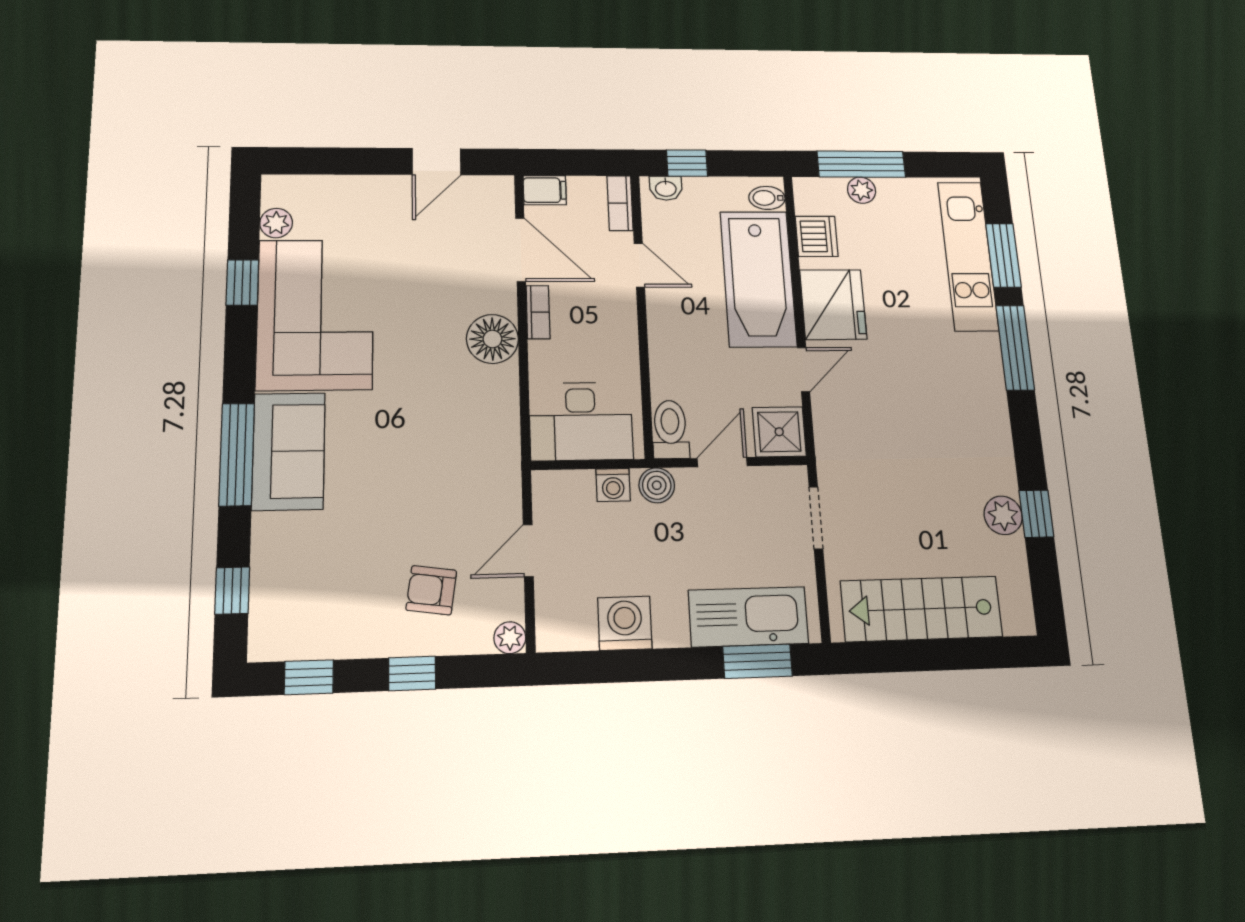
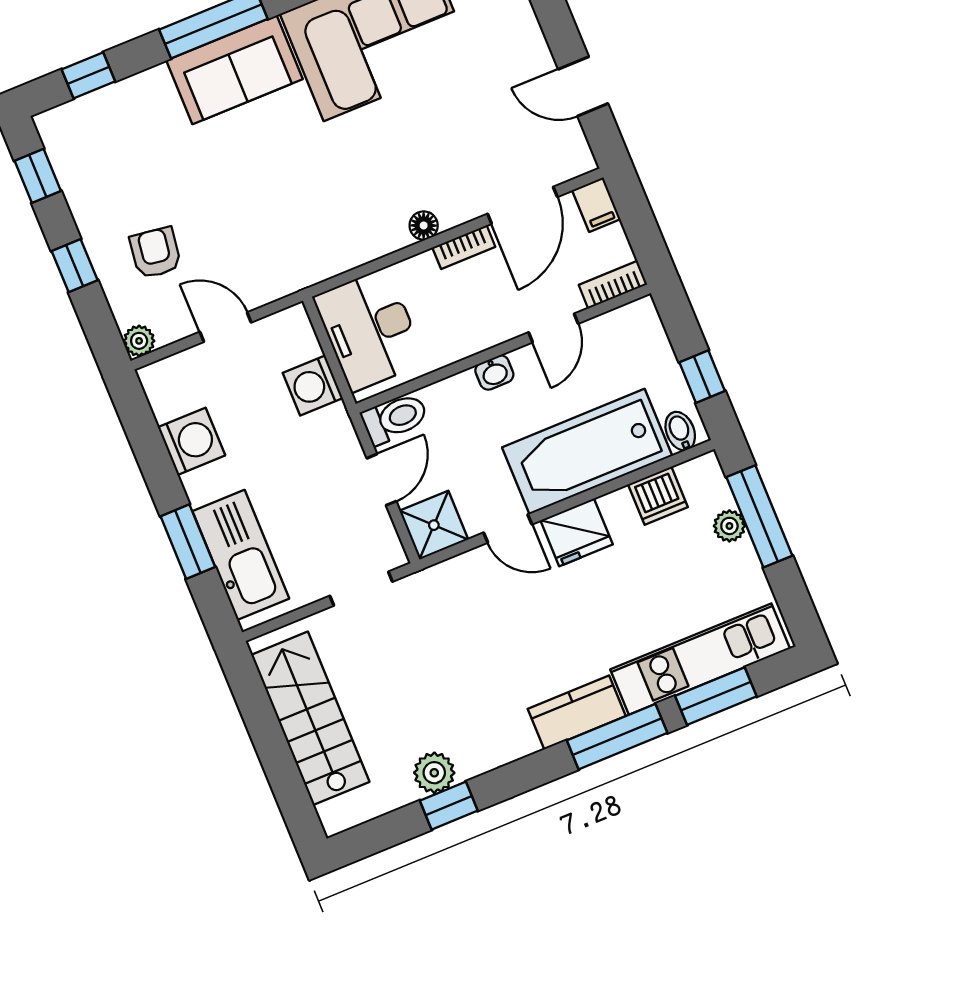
window: (687, 163) -> (702, 377), moved
washbasin: (666, 188) -> (494, 373), moved, turned -90
fridge: (833, 305) -> (577, 532), width x0.73, depth x0.75
floor lamp: (492, 339) -> (424, 226), width x0.53, depth x0.53
kitchen counter: (984, 373) -> (577, 712), added
door: (722, 462) -> (382, 480), hinge flipped
washing machine: (613, 485) -> (313, 386), width x1.38, depth x1.38
boiler: (657, 485) -> (334, 425), removed
window: (757, 661) -> (188, 542), moved

